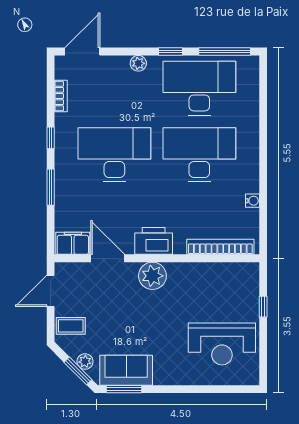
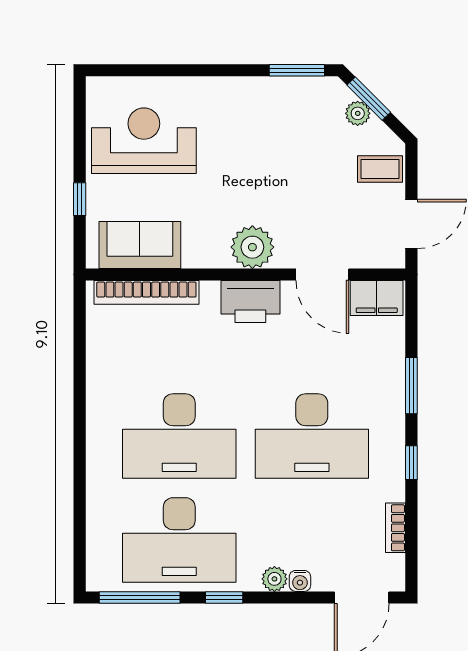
water cooler: (253, 201) -> (300, 581), moved, turned -90
sofa: (126, 370) -> (140, 245), moved, turned 180

